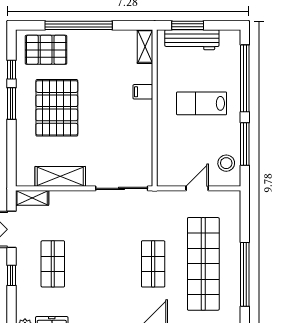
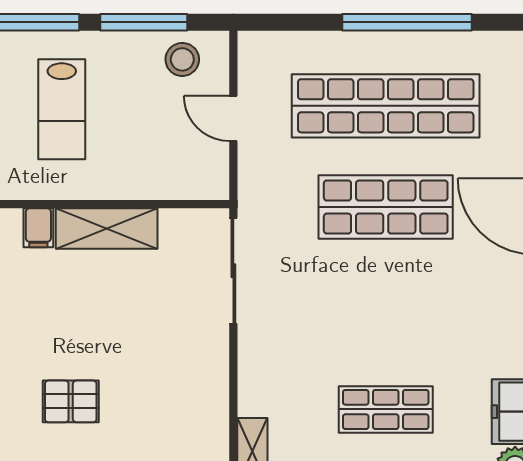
pallet: (57, 108) -> (71, 401), width x0.49, depth x0.50
shelving: (60, 176) -> (107, 228), moved, turned 90
shop shelf: (153, 264) -> (386, 207), width x1.43, depth x1.36

